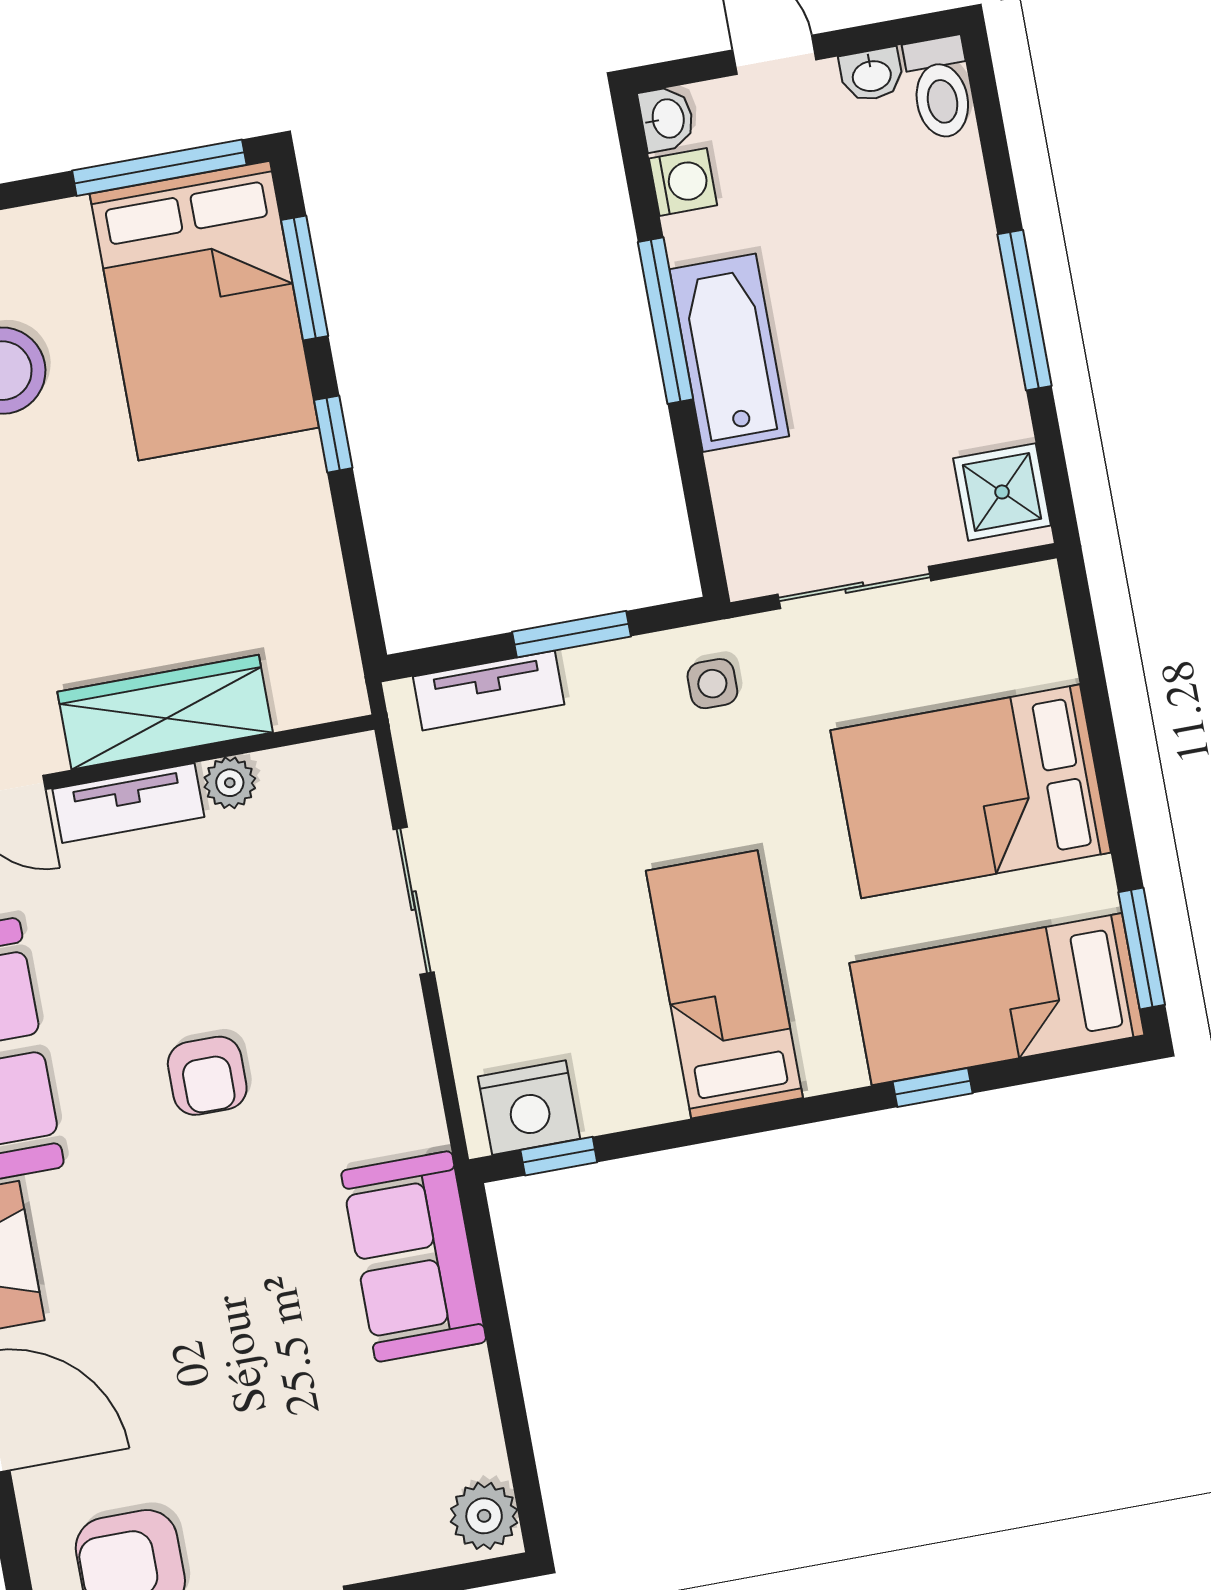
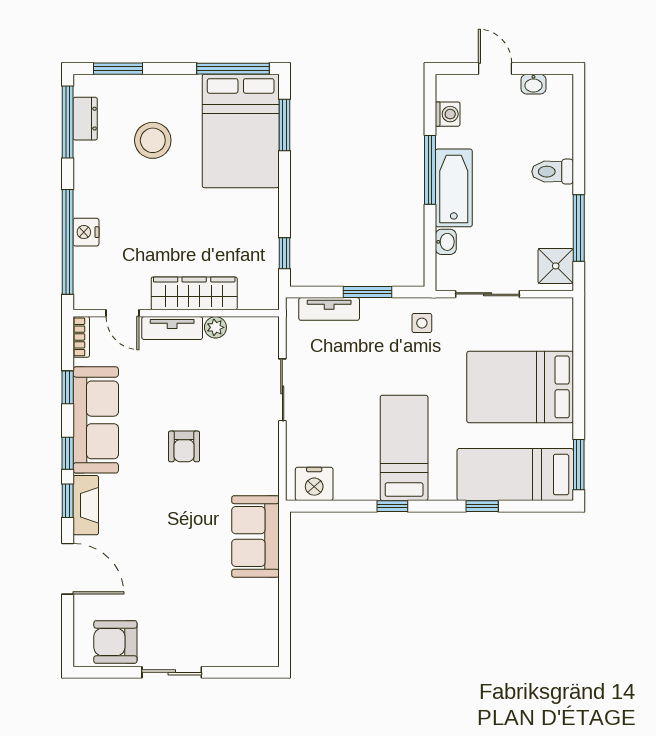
toilet: (940, 88) -> (553, 172), moved, turned 90
washbasin: (667, 119) -> (446, 242), moved
window: (1025, 310) -> (579, 228), moved
window: (333, 434) -> (284, 253), moved
window: (559, 1156) -> (392, 506), moved
plant: (484, 1516) -> (265, 649), removed

